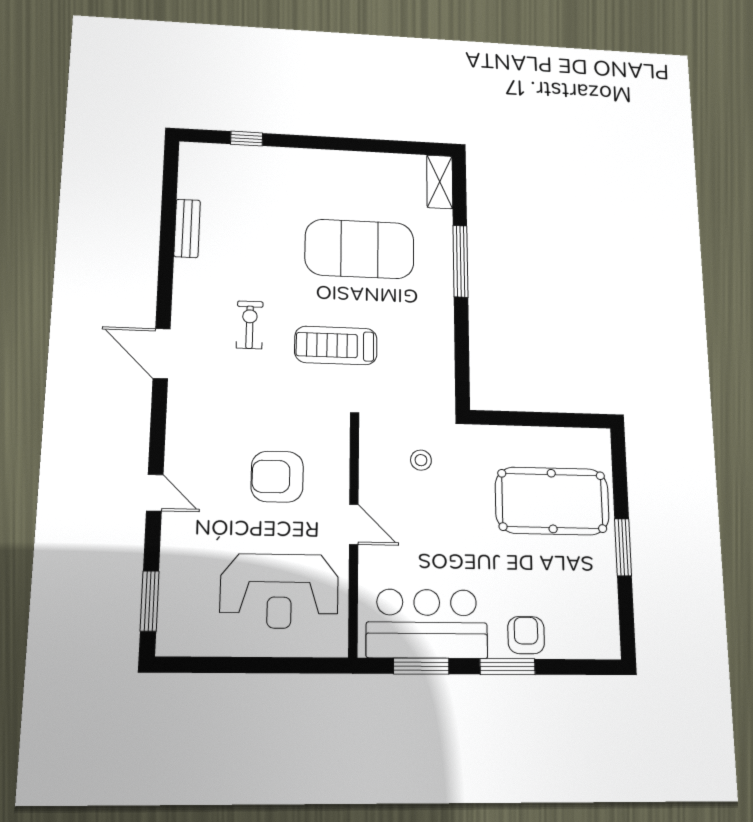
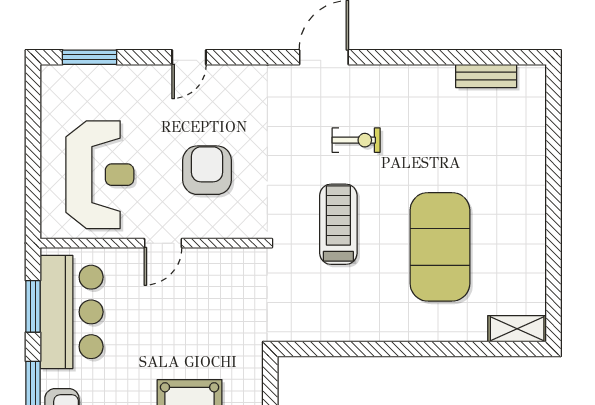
window: (247, 139) -> (553, 131), removed
bench: (187, 228) -> (486, 76), moved
window: (460, 261) -> (432, 349), removed
stool: (421, 460) -> (226, 307), removed
reception desk: (279, 591) -> (100, 175), turned 180

